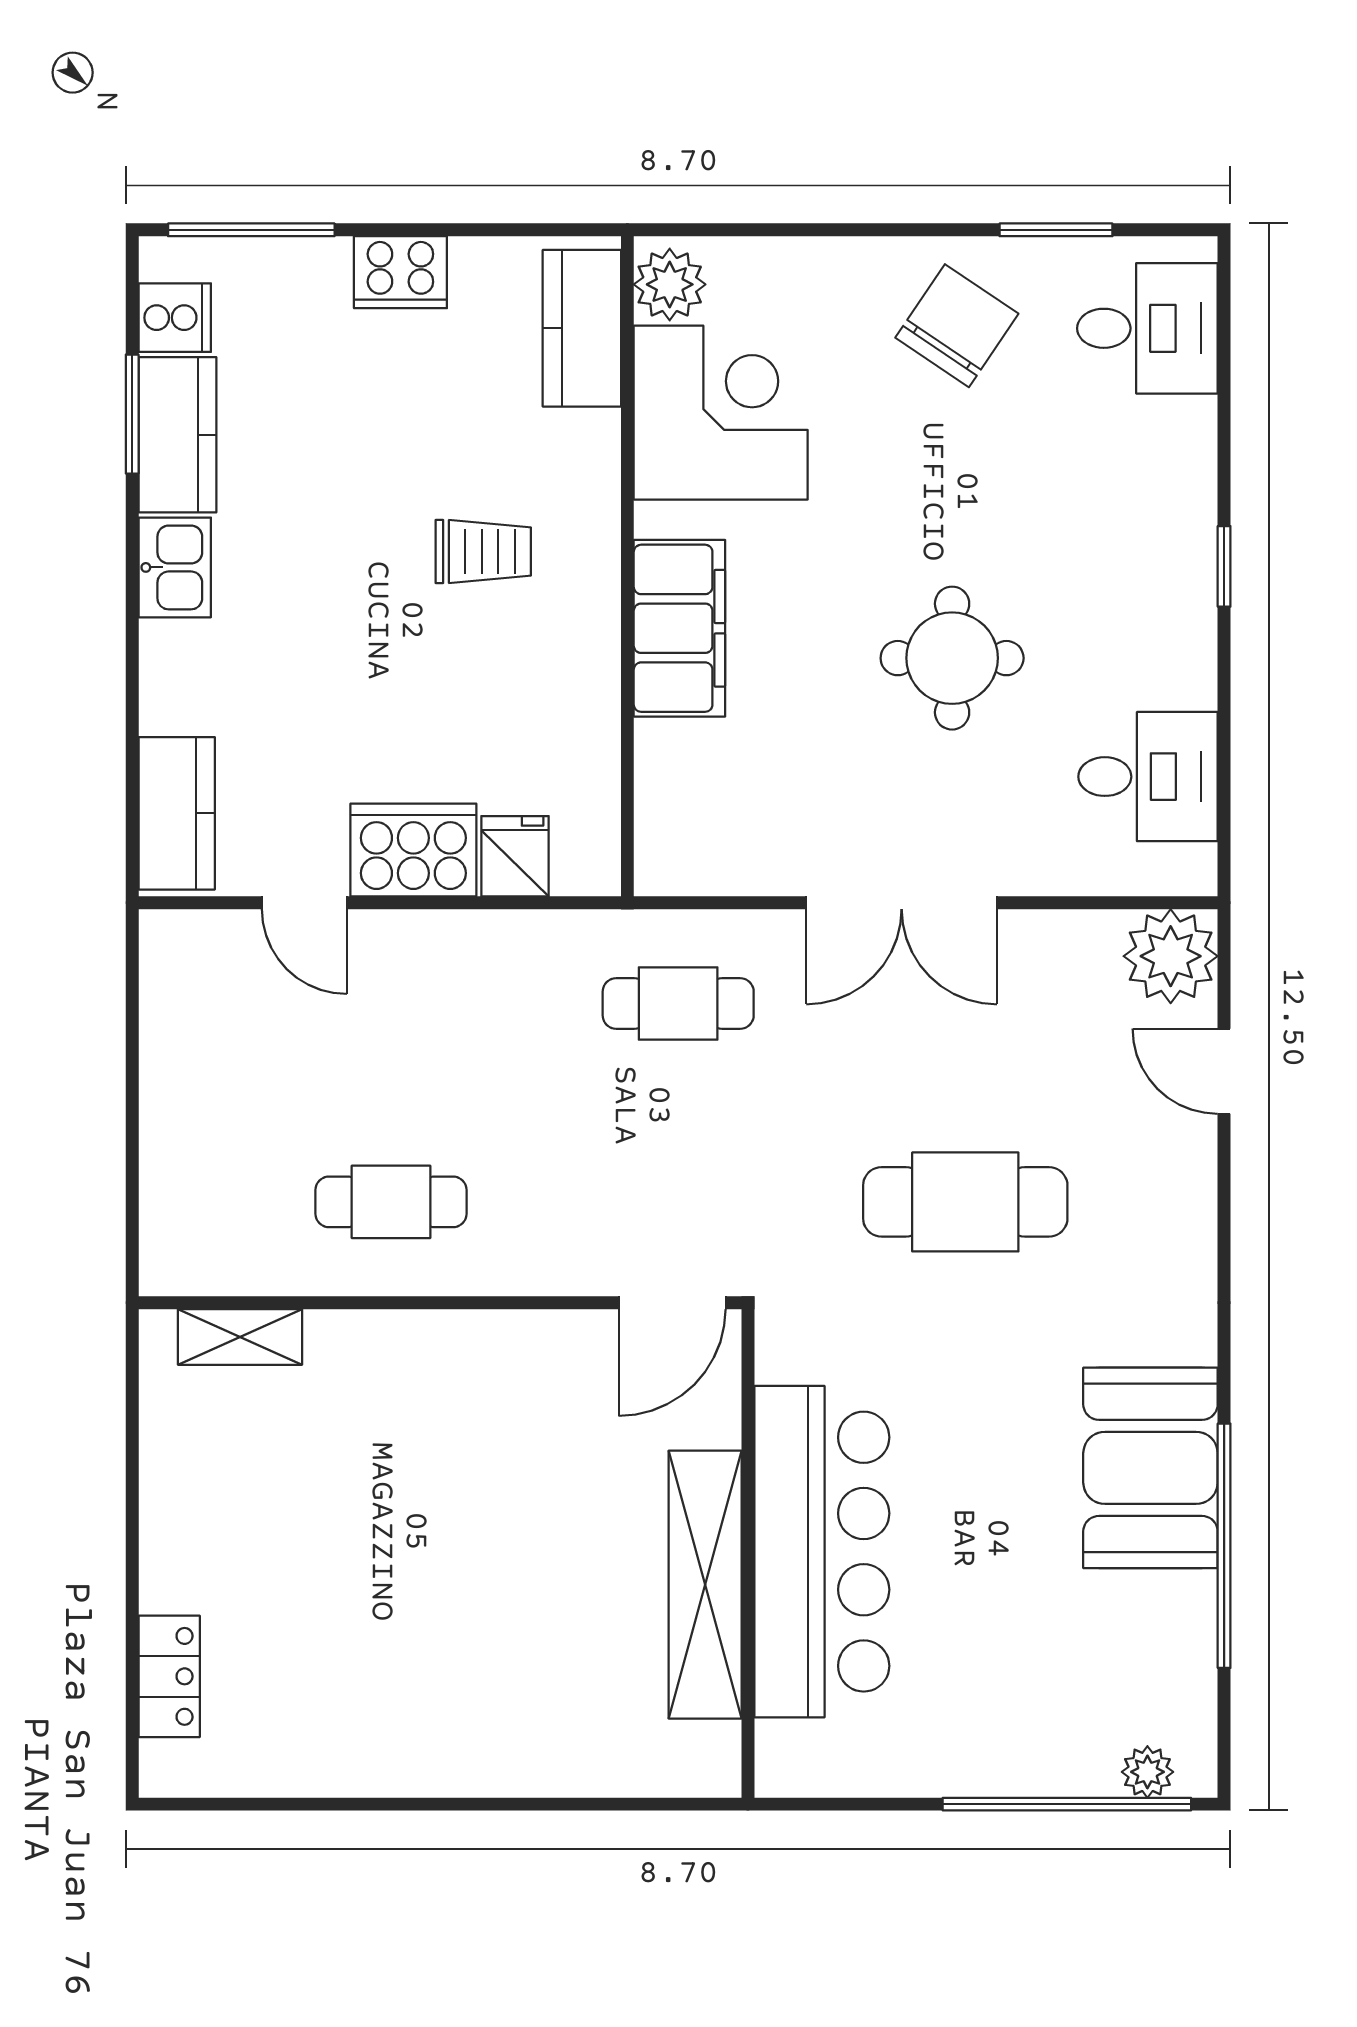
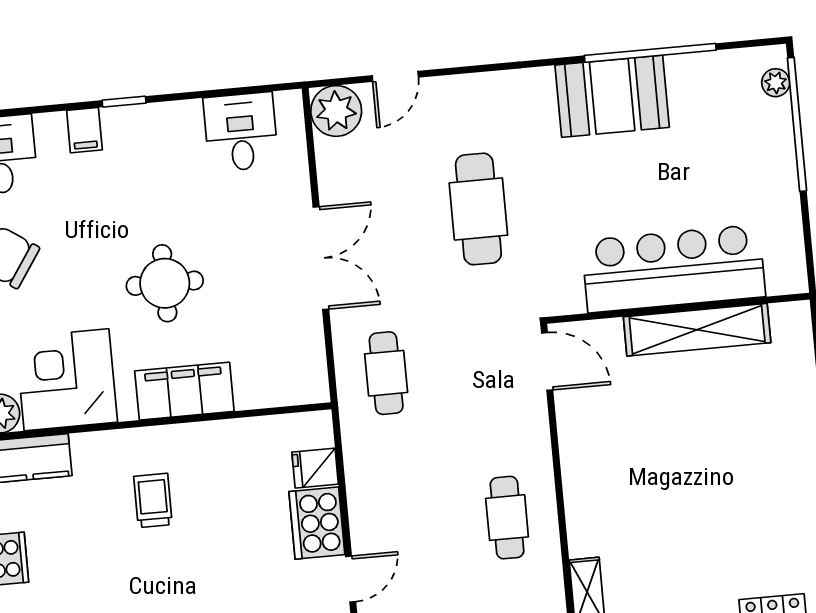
filing cabinet: (1178, 488) -> (84, 130), added
round table: (952, 658) -> (165, 283), moved

